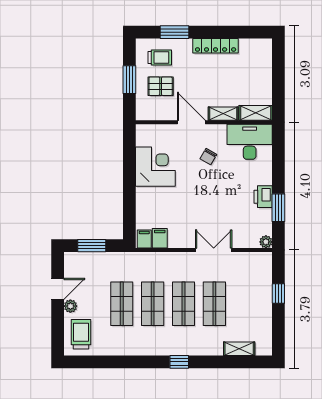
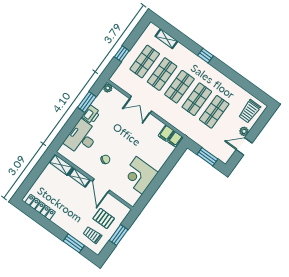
locker: (216, 46) -> (40, 207), moved
desk: (250, 142) -> (82, 138), moved, turned 90
shop shelf: (245, 304) -> (145, 62), added

